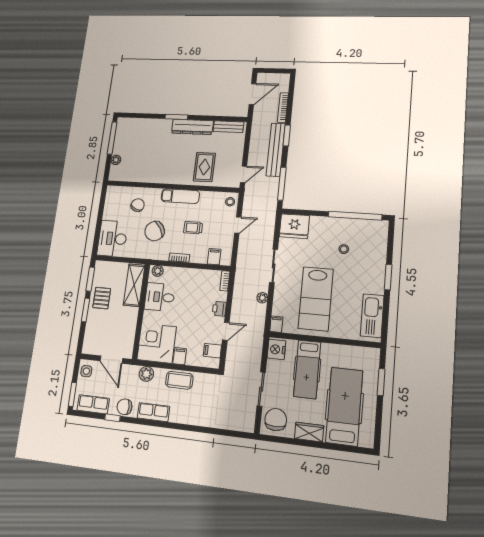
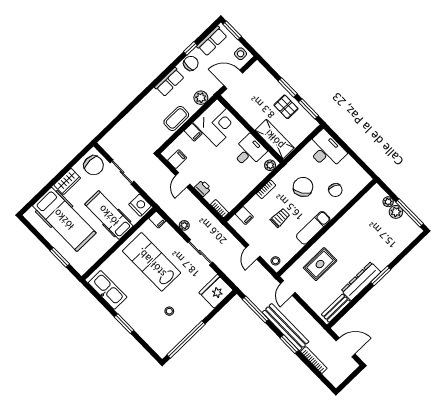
door: (253, 94) -> (346, 347), swing flipped
plant: (119, 148) -> (396, 212), added
rug: (204, 167) -> (320, 264), turned 90

